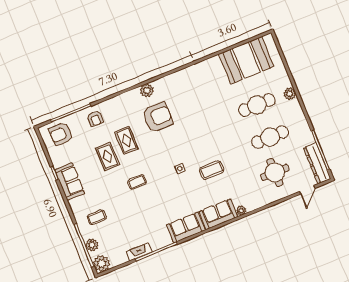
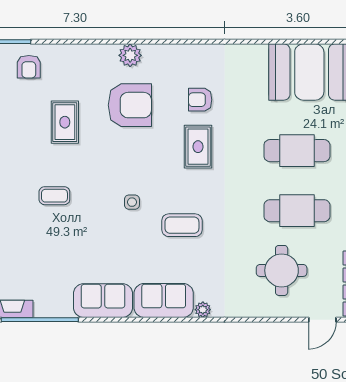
armchair: (194, 99) -> (200, 100), added
rug: (108, 156) -> (198, 147), moved

